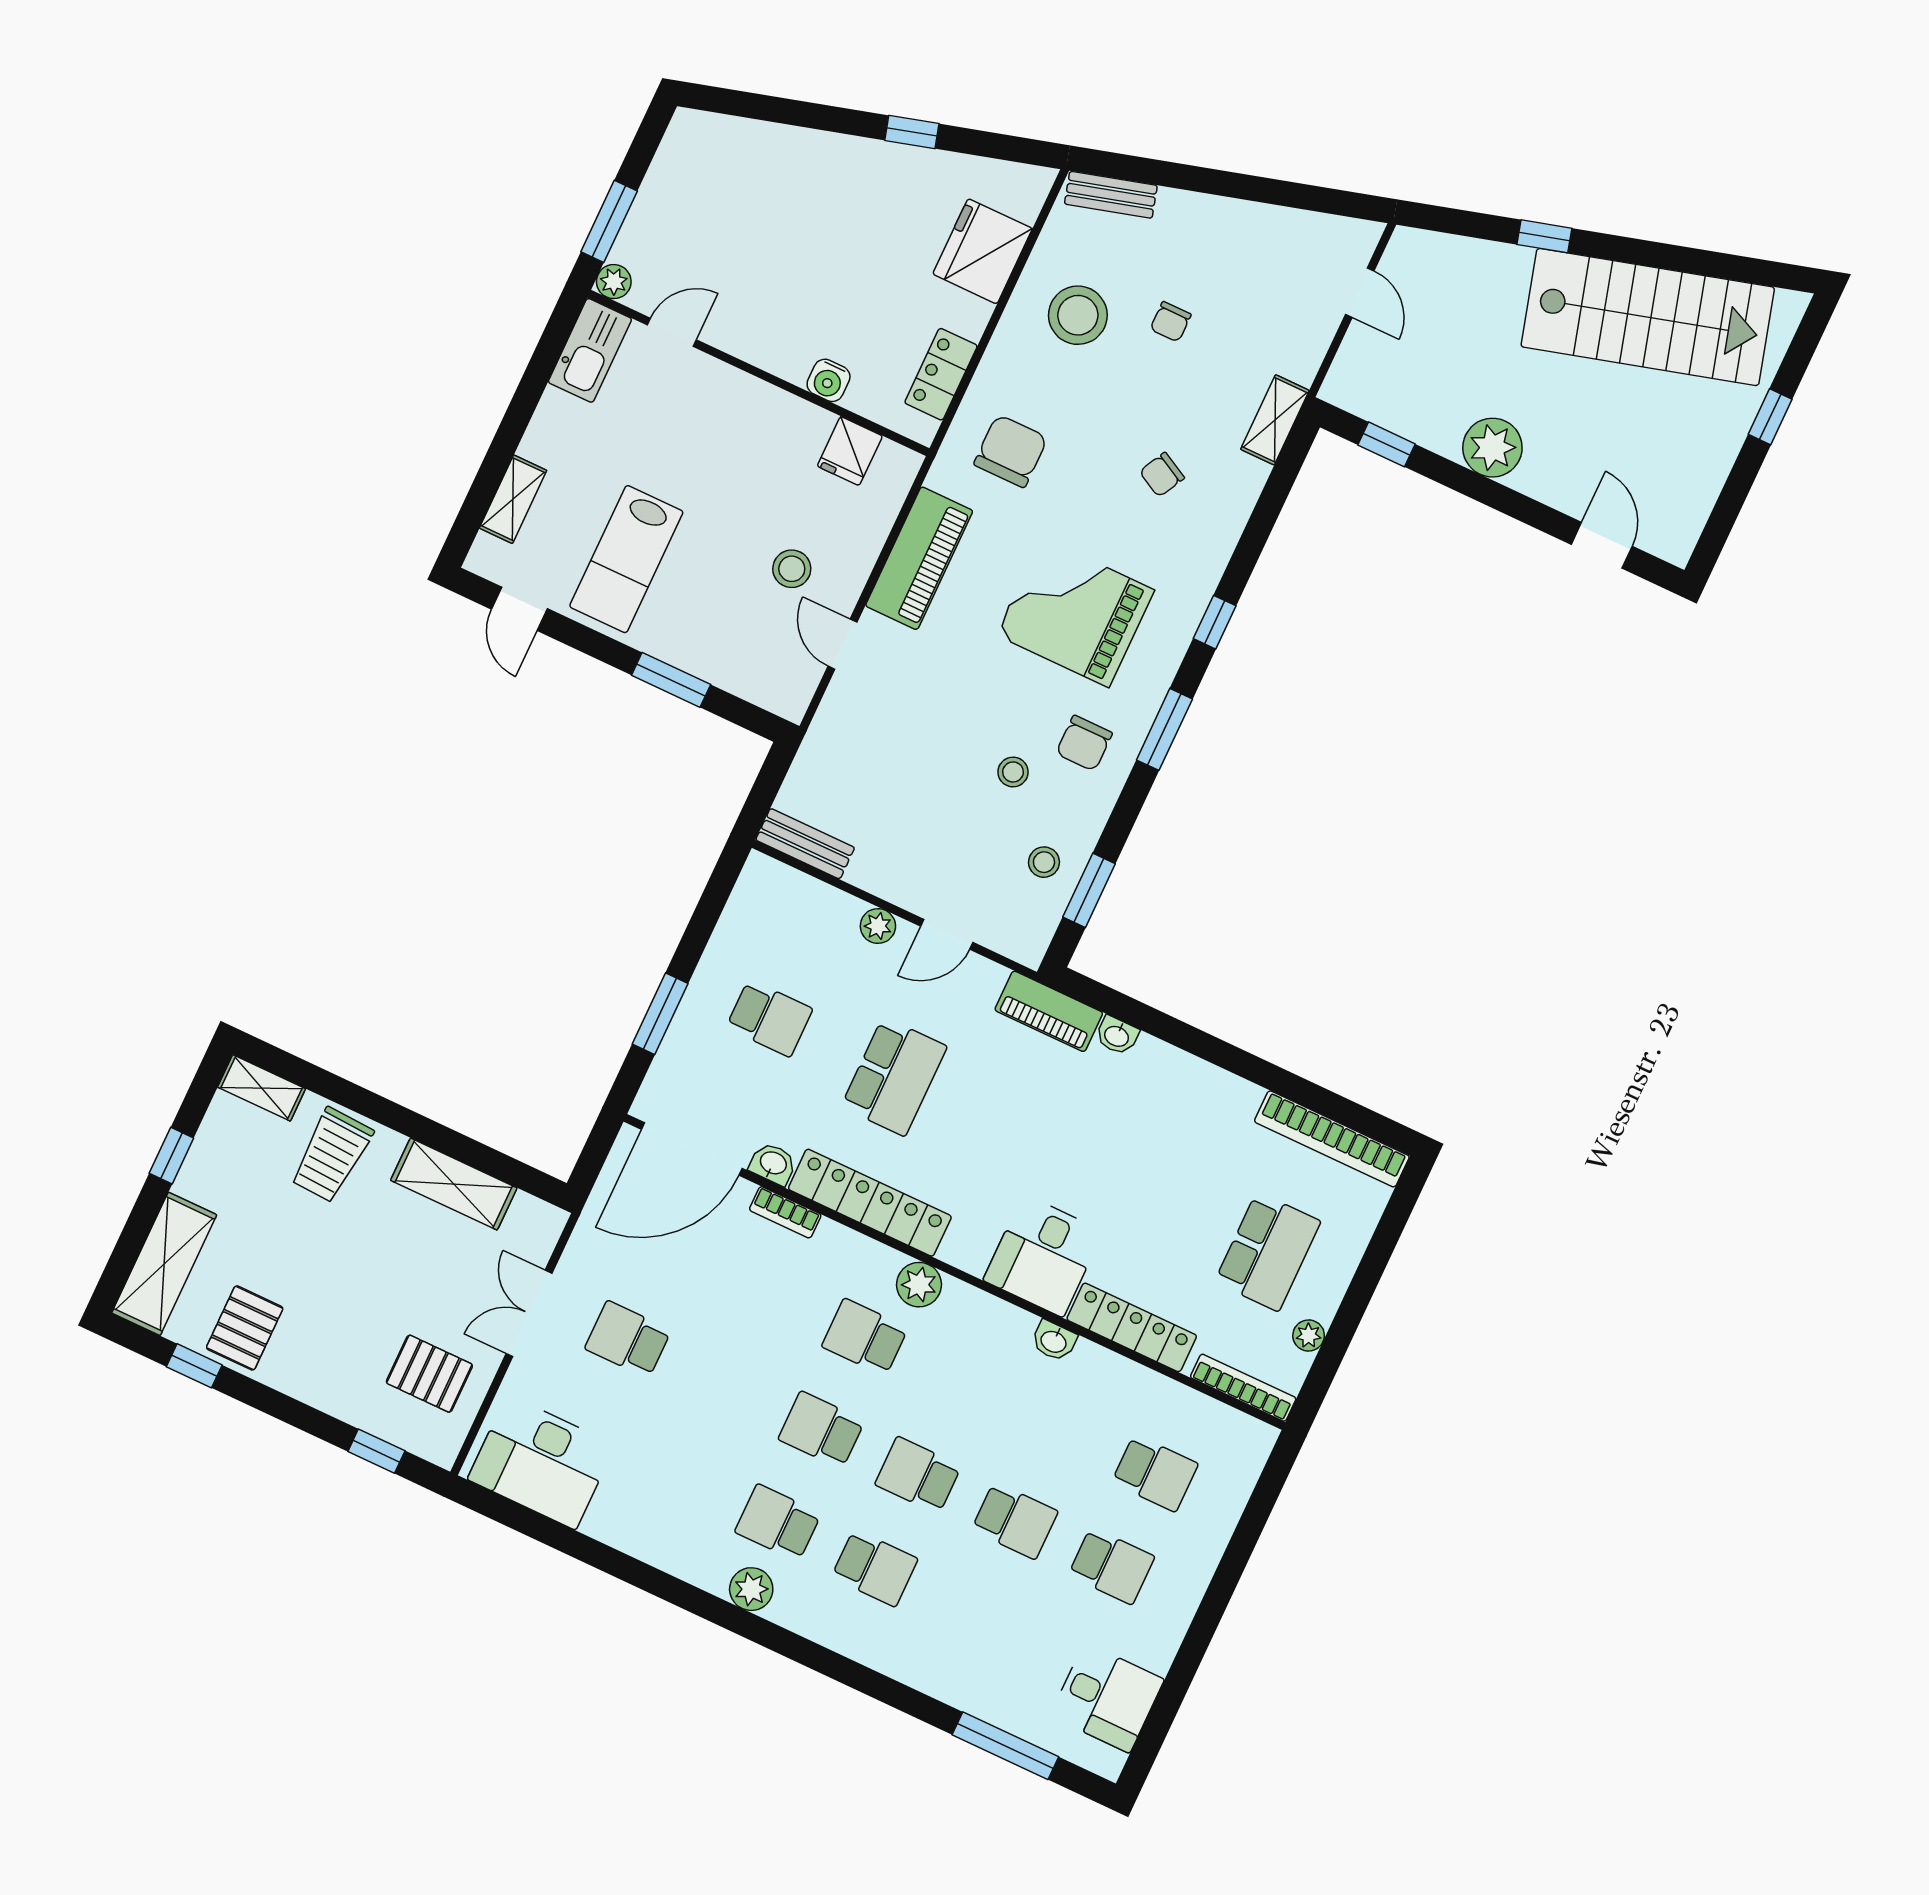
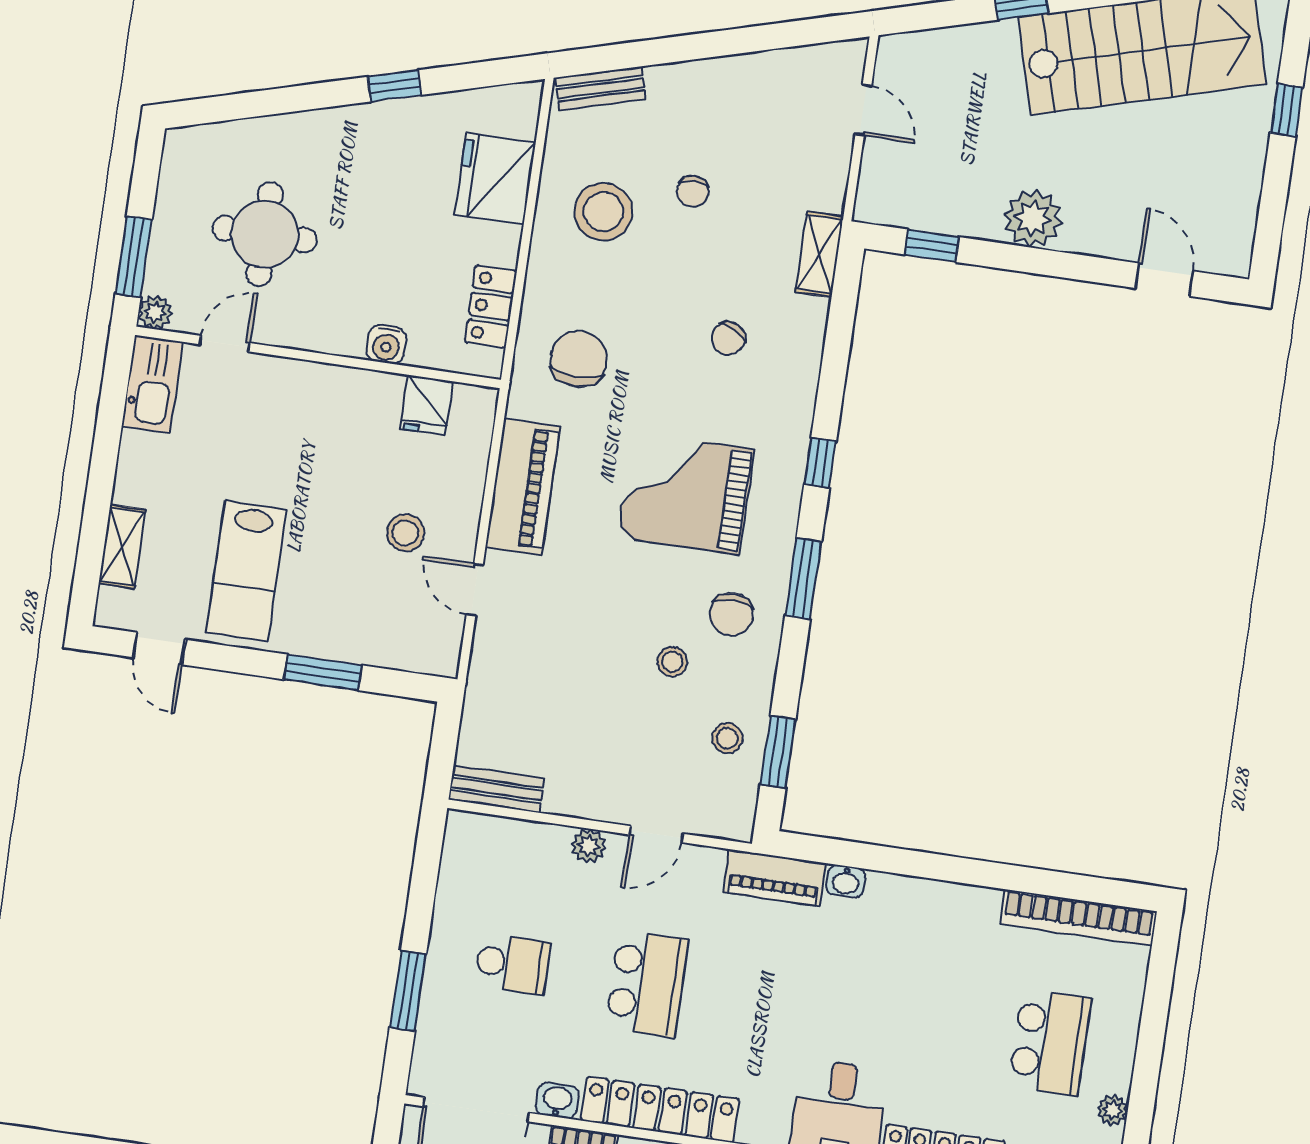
round table: (743, 238) -> (265, 234), added

